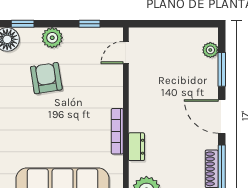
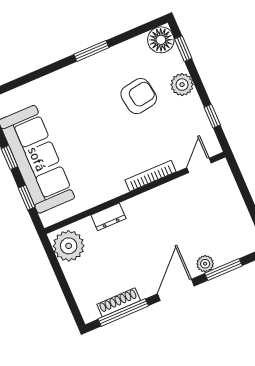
plant: (210, 50) -> (205, 264), moved
door: (126, 53) -> (199, 165), hinge flipped
bookcase: (117, 131) -> (151, 176), moved

